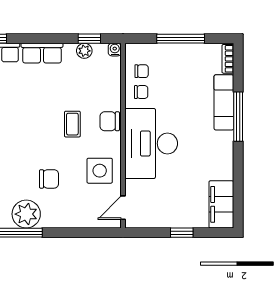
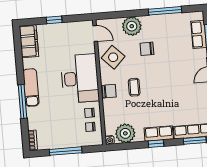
window: (89, 39) -> (156, 144), moved
plant: (84, 51) -> (125, 133), width x1.88, depth x1.88
exam couch: (224, 102) -> (31, 88), moved
side table: (100, 171) -> (113, 57), turned 45
door: (123, 208) -> (95, 33), hinge flipped
plant: (26, 214) -> (132, 26), moved

